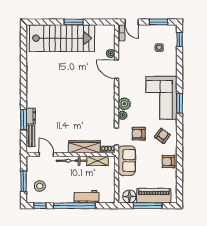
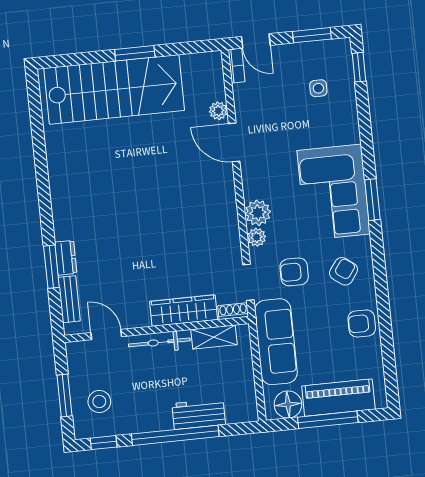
sofa: (127, 161) -> (276, 342), width x1.36

